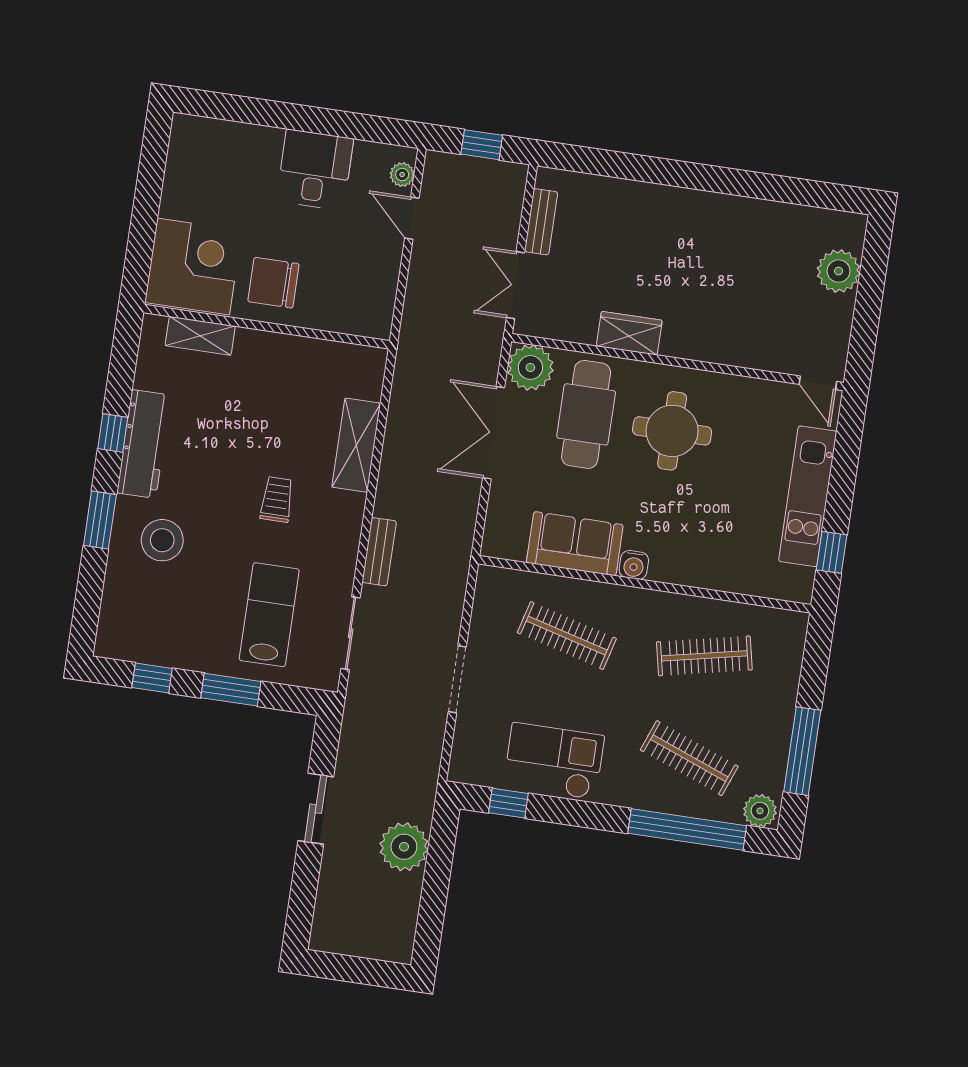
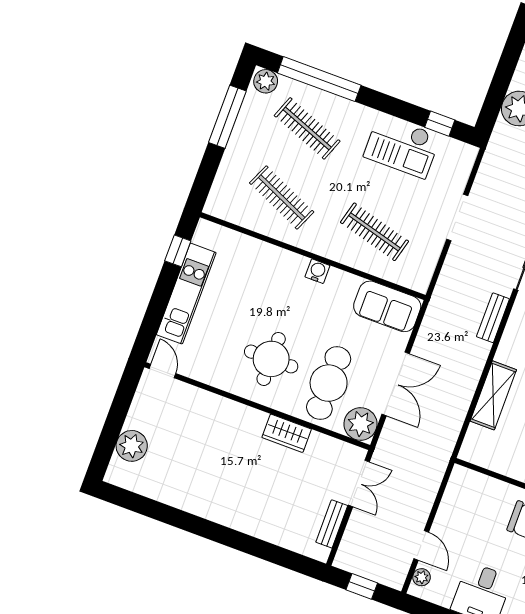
sofa: (575, 544) -> (387, 306), moved
clothes rail: (704, 656) -> (282, 197), turned 36

